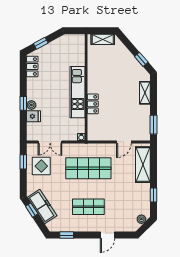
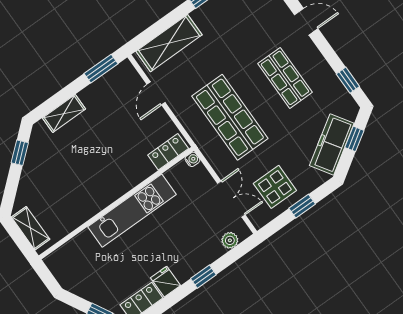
locker: (93, 104) -> (168, 152), moved
plant: (31, 105) -> (230, 240), moved
fridge: (34, 116) -> (165, 282), moved
door: (124, 142) -> (156, 93), swing flipped
window: (23, 162) -> (302, 206), moved
window: (32, 210) -> (354, 139), moved

